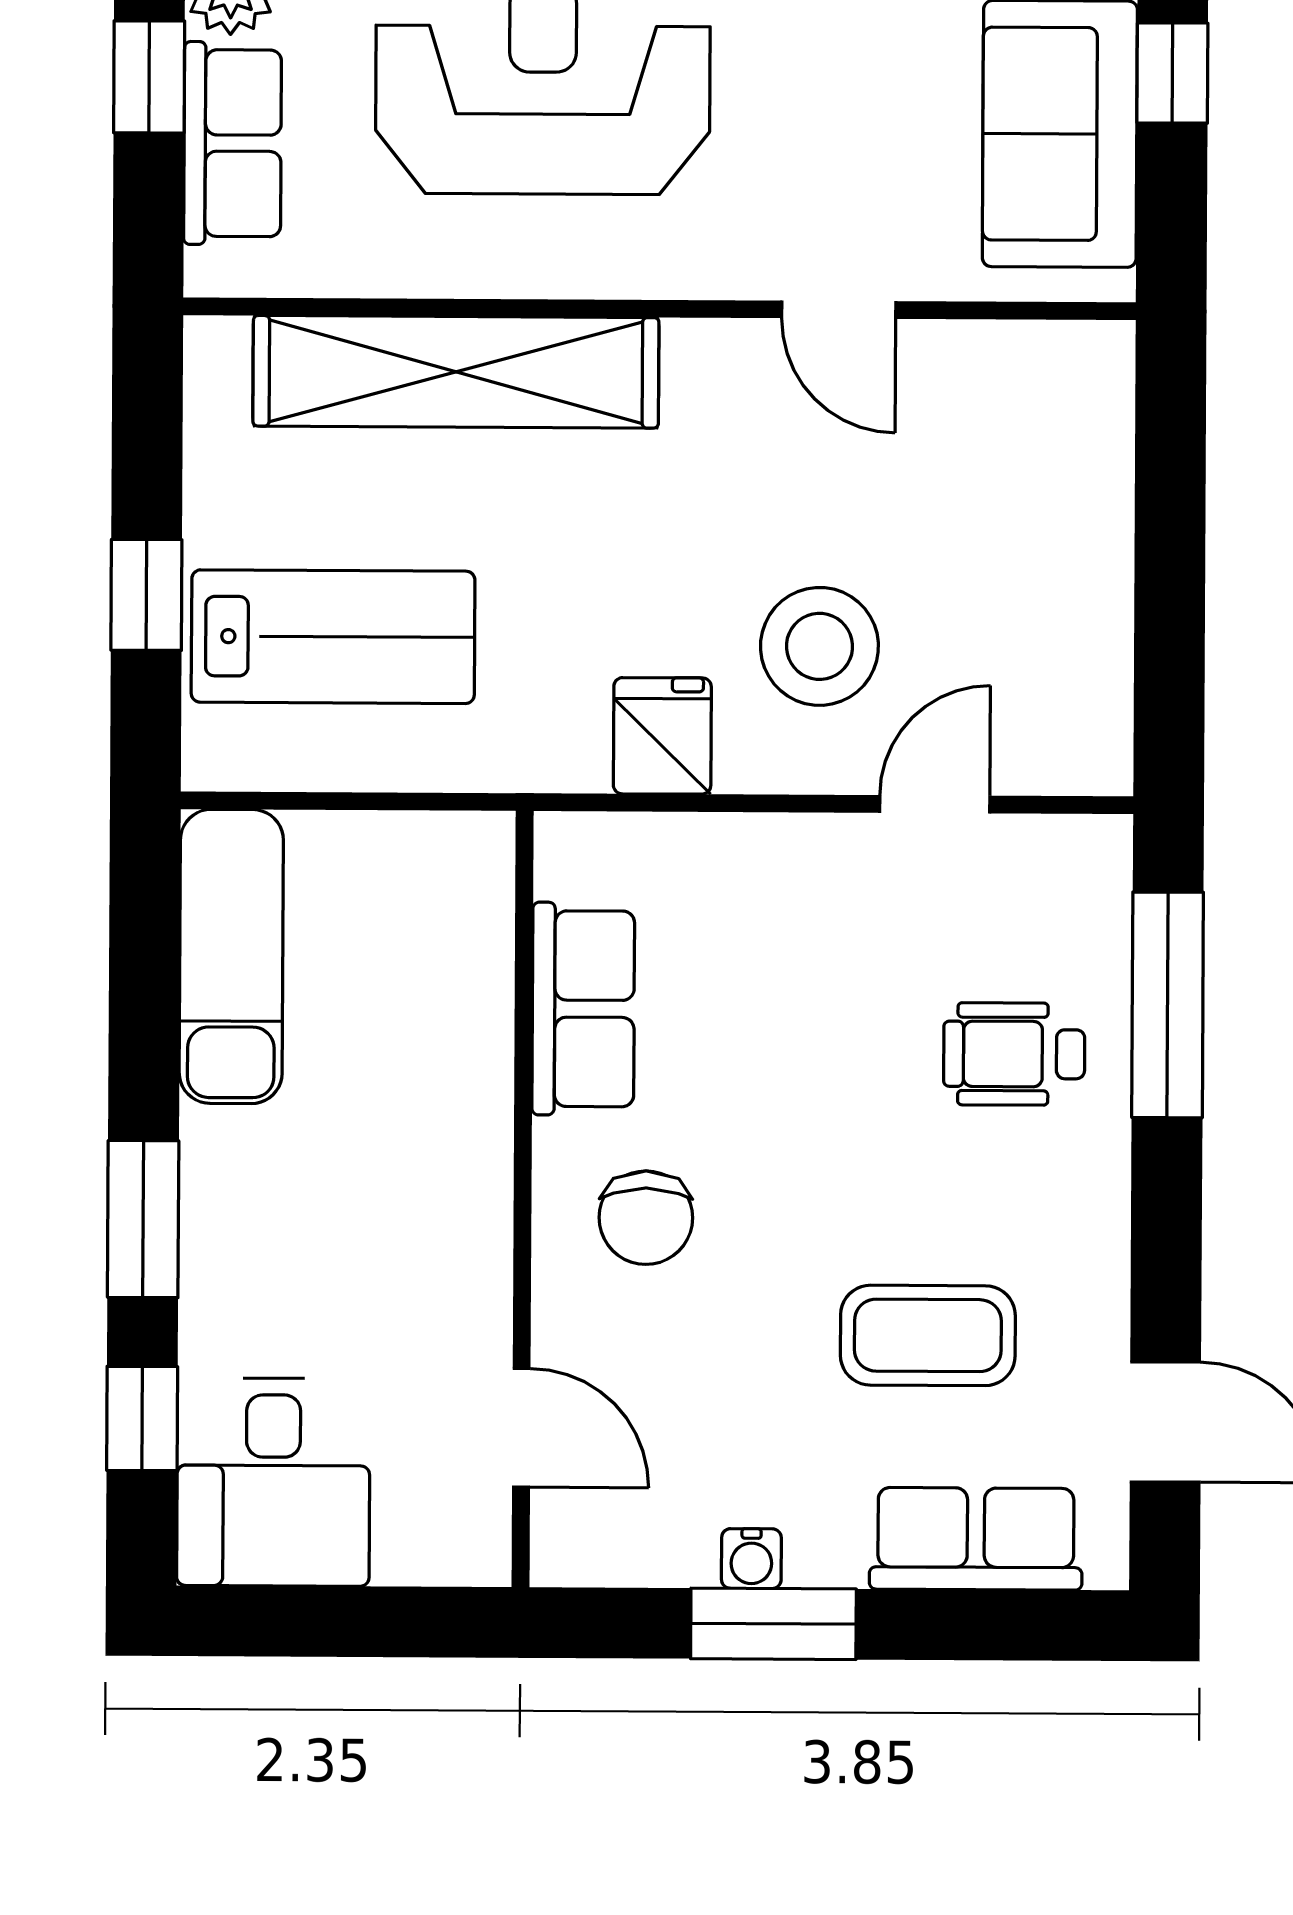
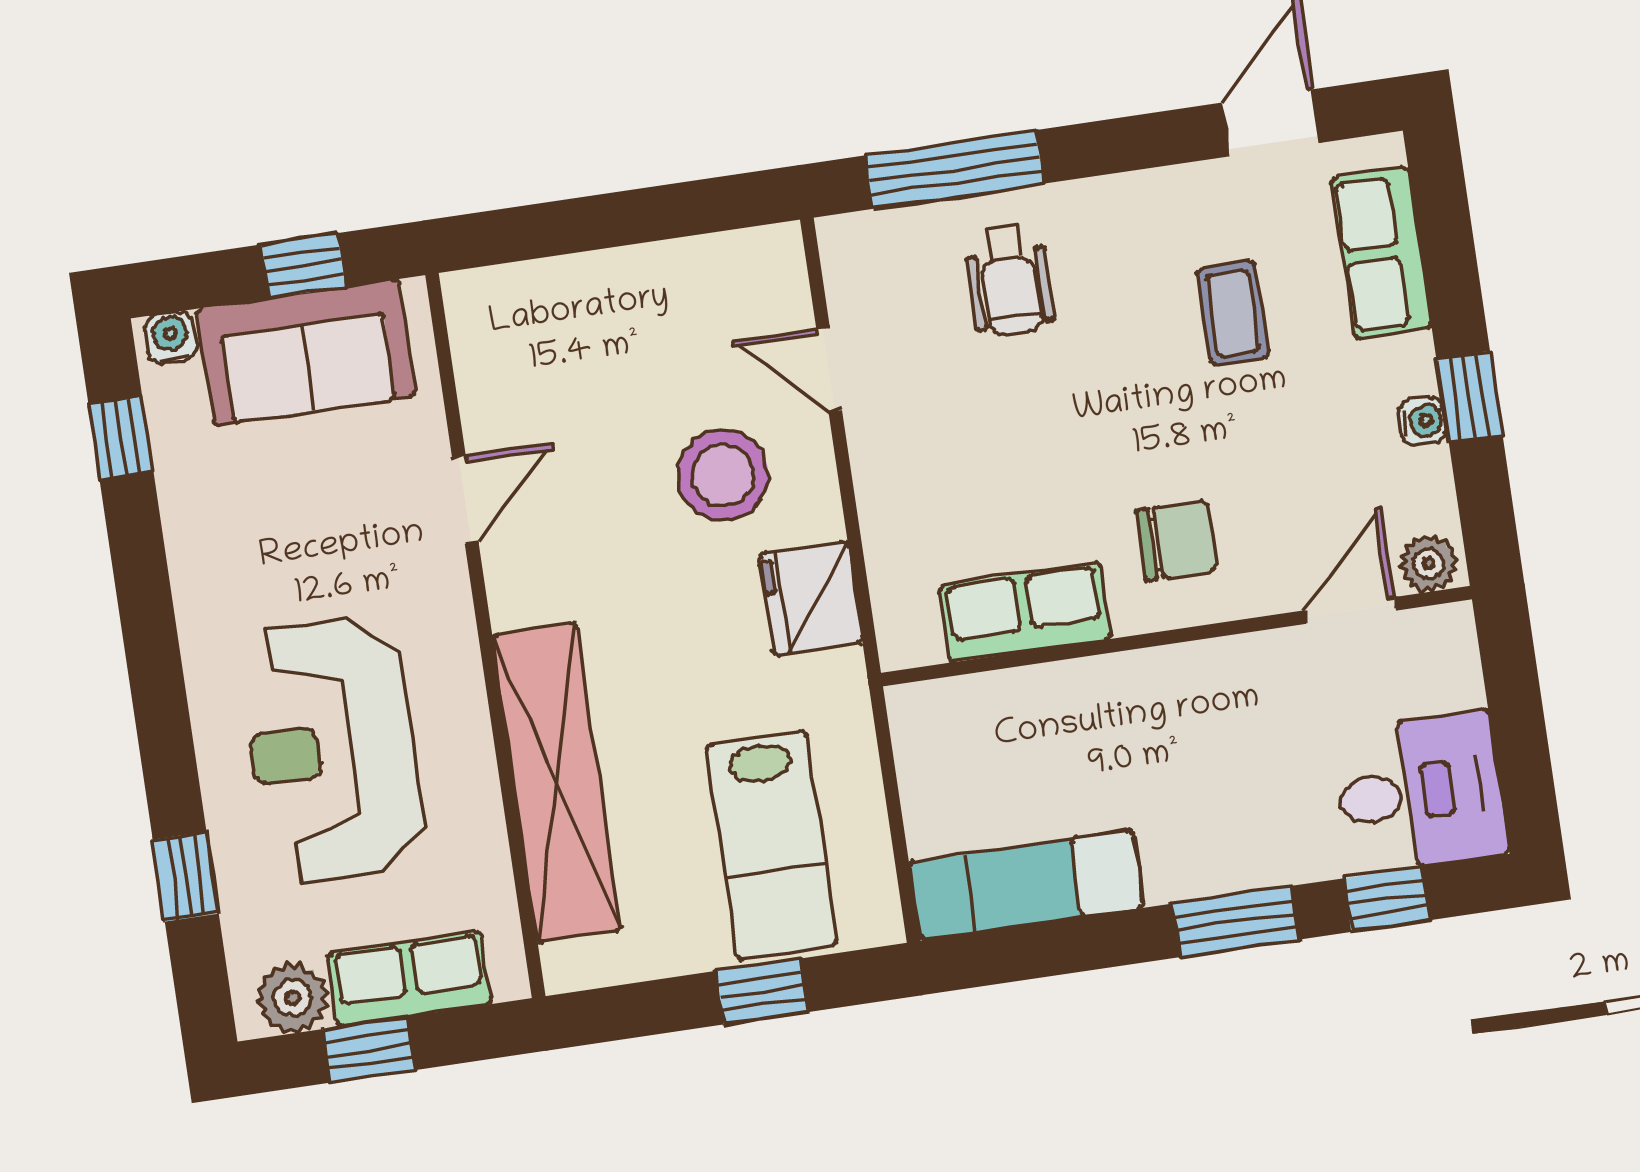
window: (1172, 73) -> (303, 266), moved
lab bench: (333, 637) -> (772, 845), turned 180
fridge: (662, 736) -> (811, 598), width x1.38
coffee table: (928, 1335) -> (1233, 313), width x0.73, depth x0.77
plant: (567, 1538) -> (1428, 563), added
window: (773, 1624) -> (1469, 397), width x0.67

